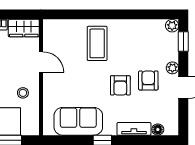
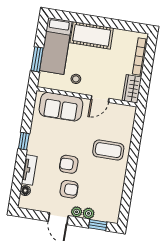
plant: (172, 26) -> (89, 213), moved
sofa: (78, 121) -> (61, 107), moved, turned 90

